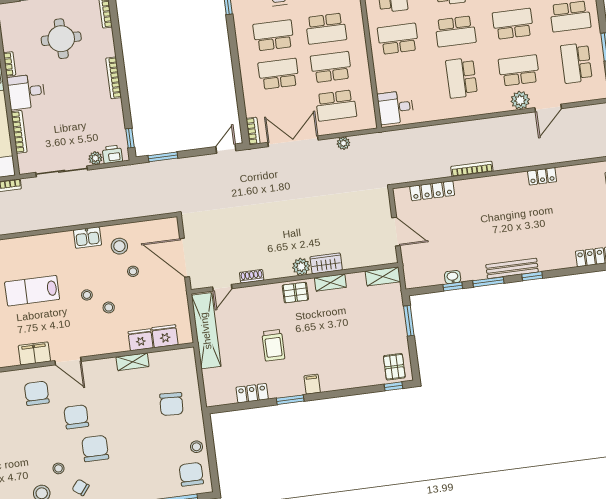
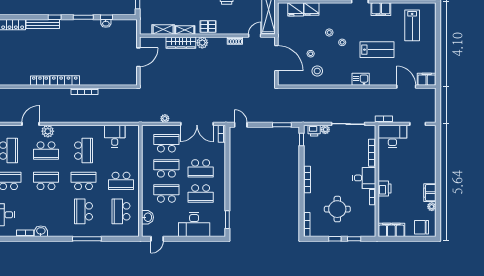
school desk: (513, 24) -> (46, 181), turned 180
school desk: (331, 67) -> (166, 168), turned 180
desk: (396, 107) -> (115, 136), moved, turned -90
door: (226, 149) -> (241, 125), swing flipped
locker: (432, 191) -> (65, 80), moved
door: (396, 232) -> (138, 57), swing flipped
kitchen sink: (87, 238) -> (361, 79), moved
wardrobe: (326, 263) -> (181, 43), width x1.50
bench: (512, 268) -> (43, 24), moved
shelving: (383, 276) -> (163, 30), moved

